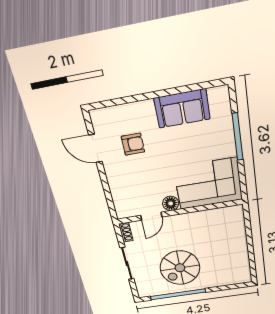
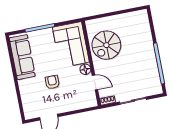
sofa: (182, 109) -> (22, 57), width x1.36
armchair: (133, 144) -> (52, 82), moved
spiral stairs: (180, 268) -> (106, 45), moved, turned 90

